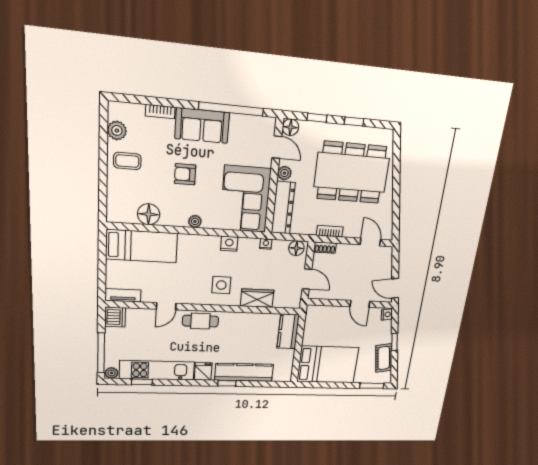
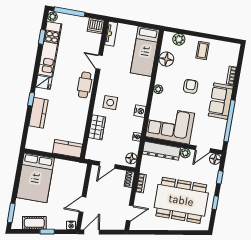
plant: (117, 131) -> (179, 39), moved
dining table: (352, 173) -> (181, 200), turned 90
kitchen counter: (244, 372) -> (38, 113), width x0.67

